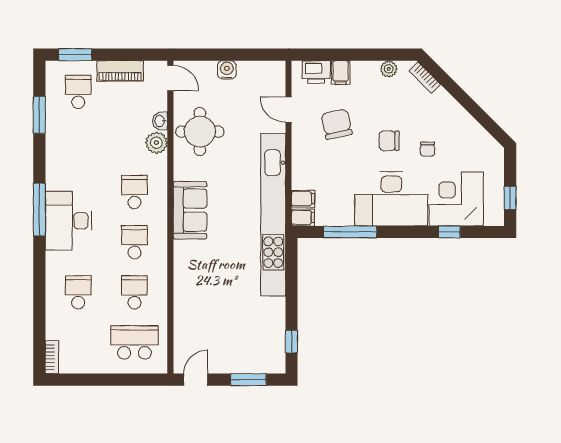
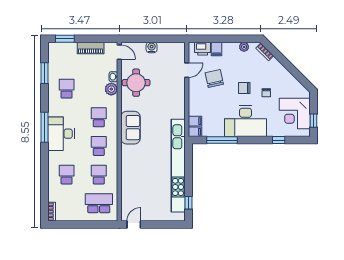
school desk: (78, 92) -> (67, 89), moved
door: (289, 110) -> (187, 70), swing flipped
corner desk: (456, 199) -> (295, 113), moved, turned -90
kitchen unit: (273, 215) -> (178, 166), moved
window: (248, 380) -> (164, 224), removed

